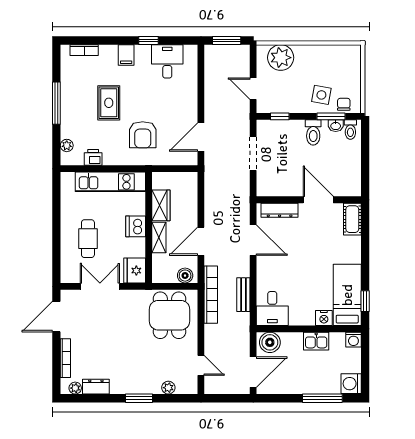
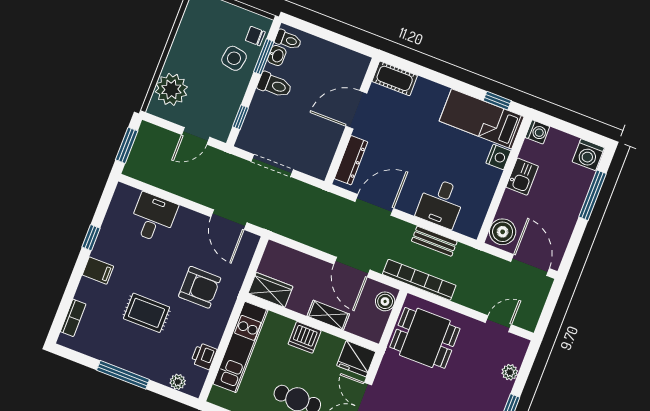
desk: (167, 61) -> (153, 218), moved, turned 90
wardrobe: (161, 205) -> (270, 290), moved
desk: (272, 308) -> (441, 203), moved, turned 90

